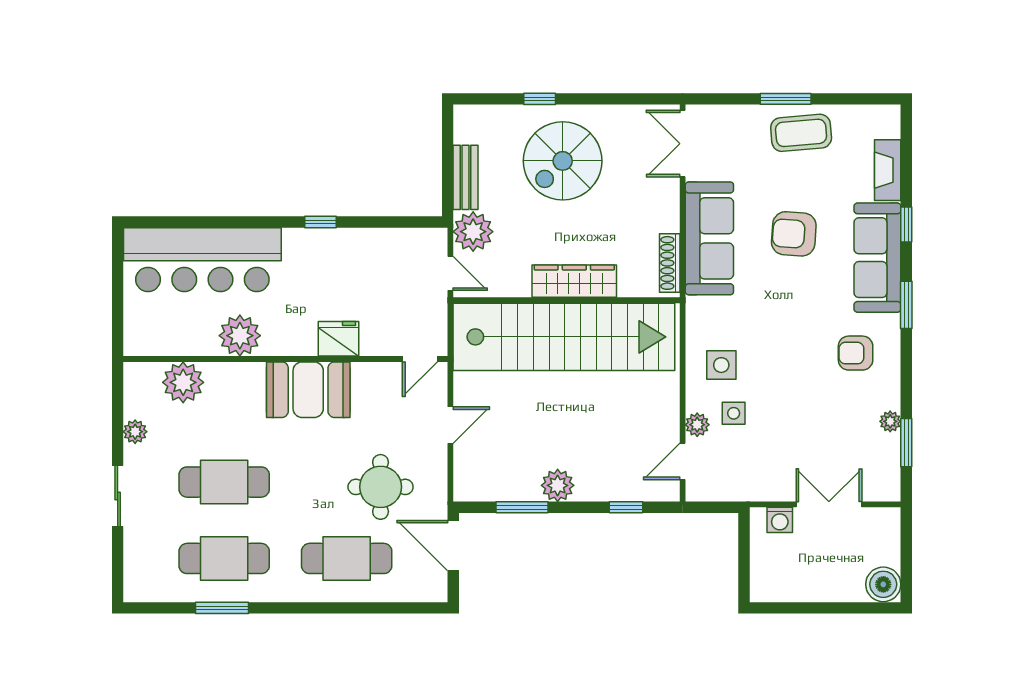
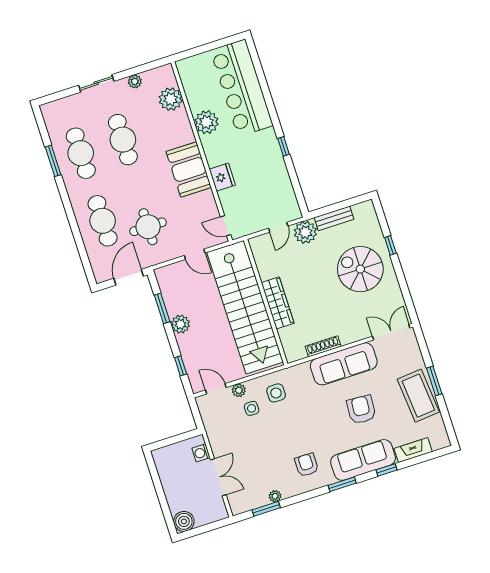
coffee table: (801, 133) -> (418, 396), width x1.36, depth x1.32
wardrobe: (574, 281) -> (278, 303), moved
wall: (566, 300) -> (266, 302), moved
stairs: (564, 337) -> (245, 307), moved

